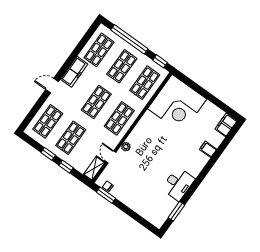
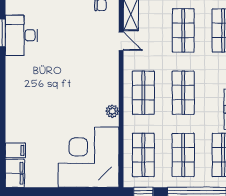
plant: (126, 147) -> (112, 111), moved
filing cabinet: (208, 149) -> (15, 150), moved
desk: (178, 184) -> (21, 35), moved

